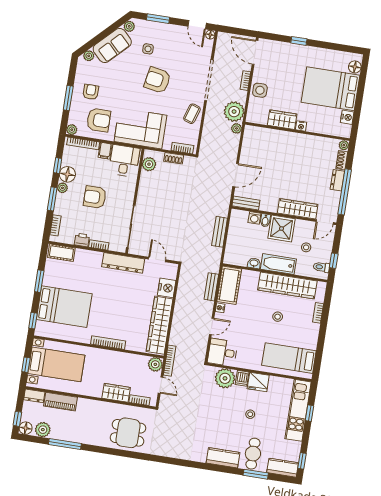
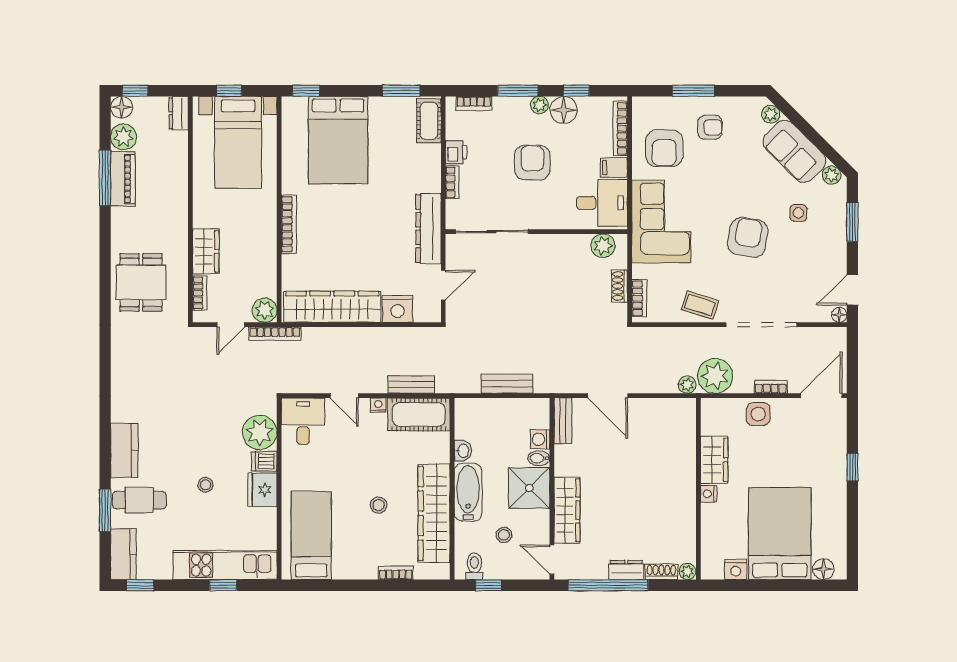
plant: (72, 130) -> (641, 105), removed
window: (39, 281) -> (401, 91), moved
piano: (61, 402) -> (123, 179), moved, turned 180

